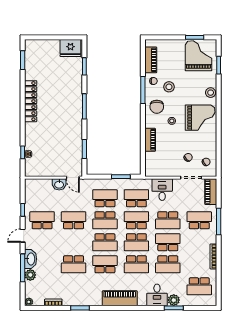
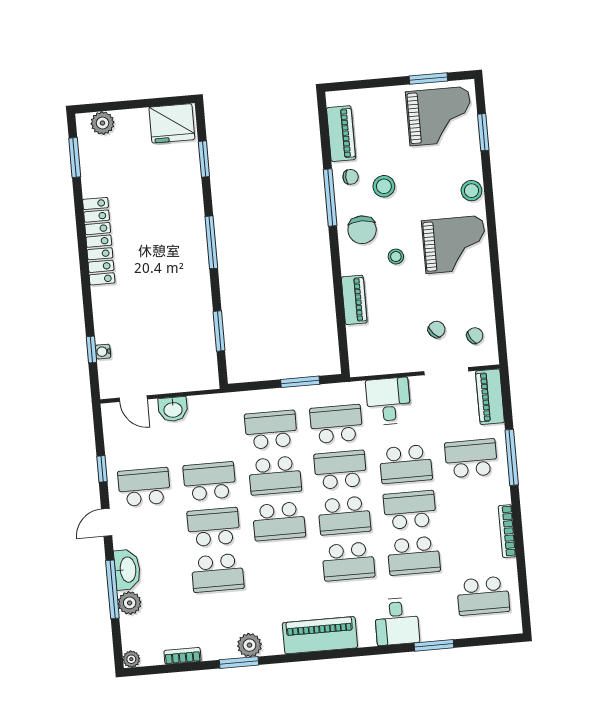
plant: (37, 45) -> (103, 123), added
grand piano: (198, 56) -> (439, 116), turned 90
door: (73, 178) -> (133, 399), moved
school desk: (105, 264) -> (214, 527), moved
plant: (174, 300) -> (249, 645), moved

